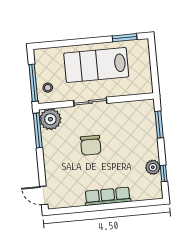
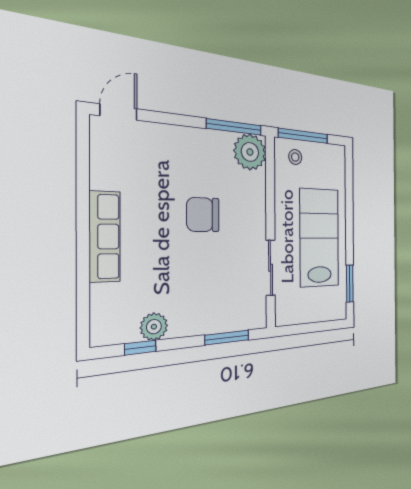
sliding door: (90, 102) -> (271, 268), moved

